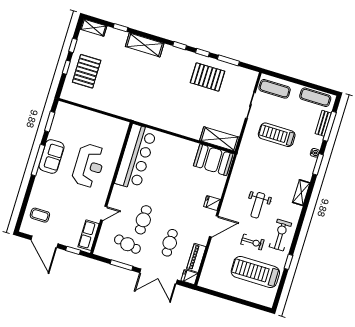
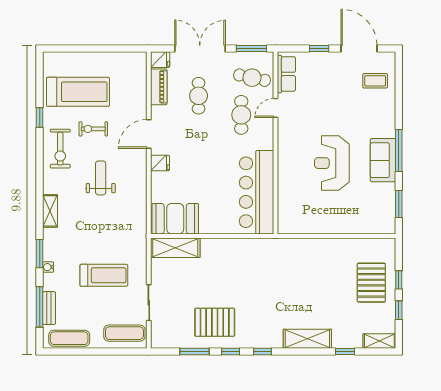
bar counter: (136, 157) -> (257, 192), moved
wall: (111, 188) -> (276, 143), moved
door: (104, 213) -> (276, 108), moved
row of seats: (89, 235) -> (286, 74), moved

